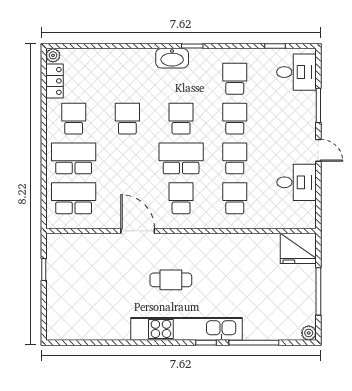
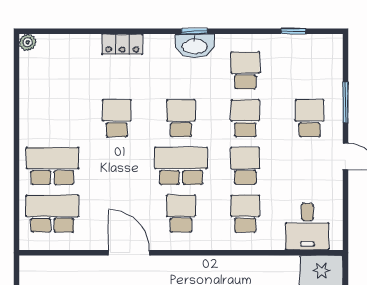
washbasin: (172, 58) -> (195, 46), moved
desk: (296, 72) -> (319, 62), removed
locker: (55, 81) -> (122, 44), moved, turned 90
school desk: (74, 119) -> (310, 118), moved
desk: (297, 182) -> (307, 227), moved, turned 90

